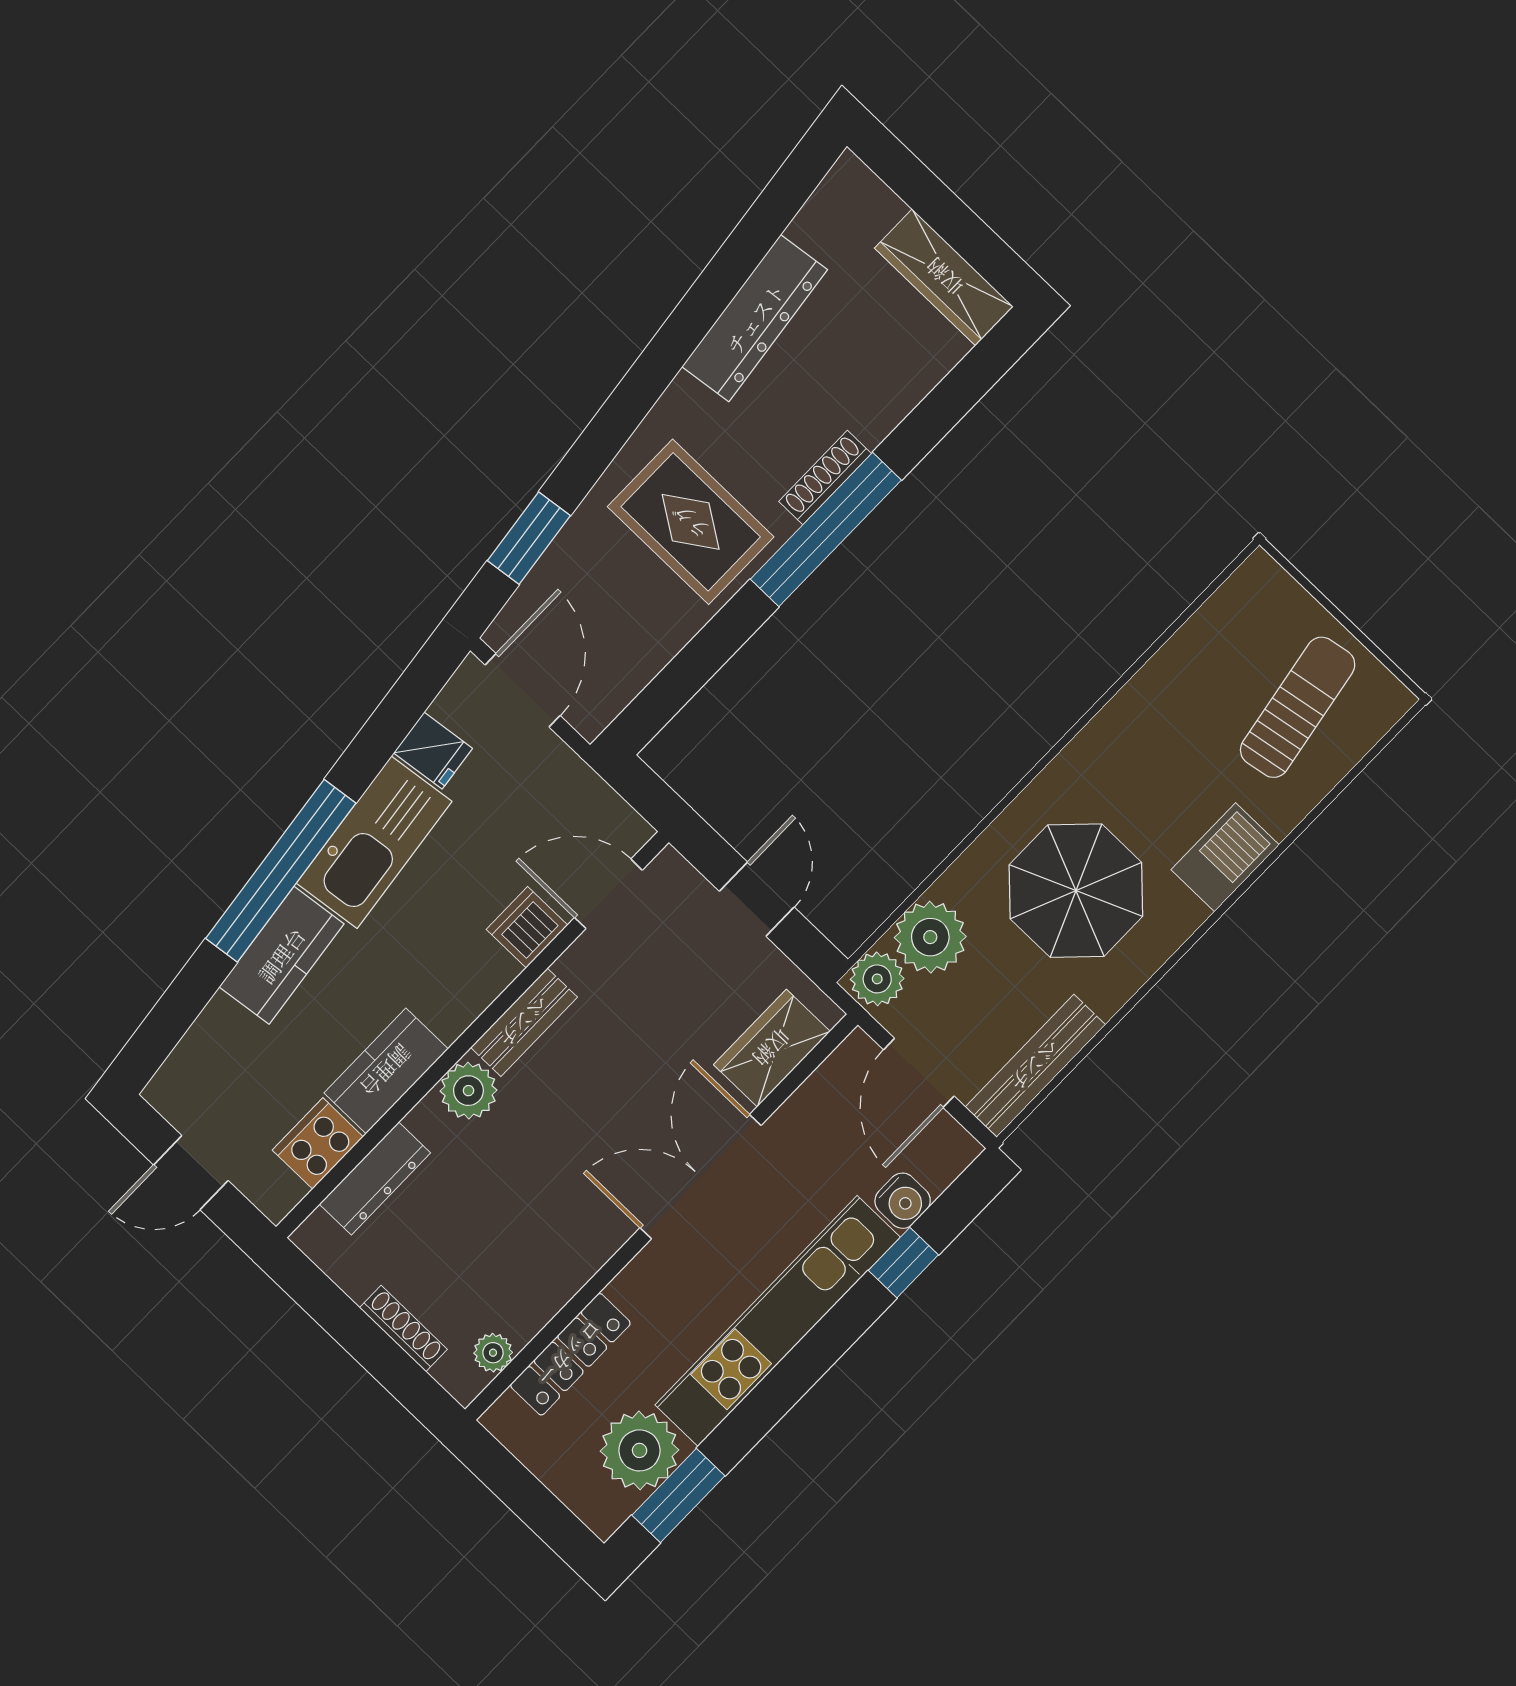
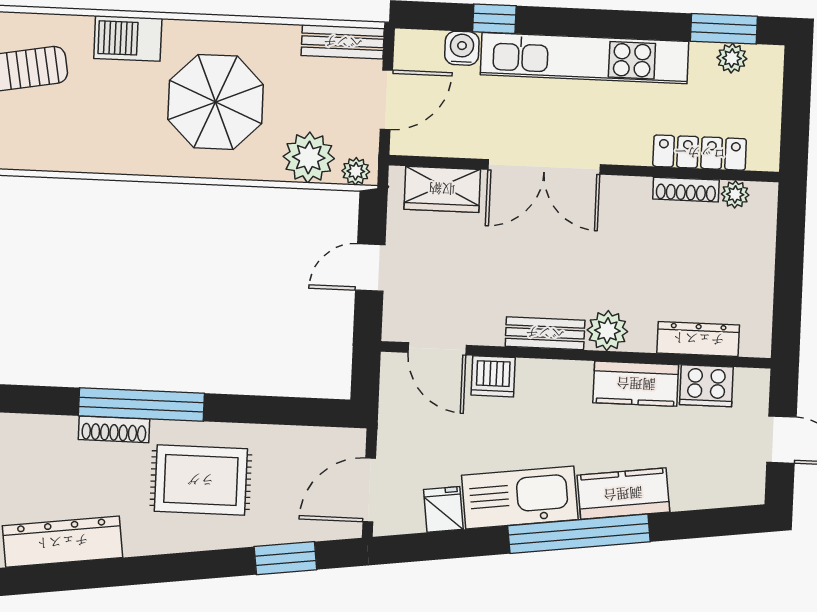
rug: (691, 522) -> (201, 480), turned 90
plant: (877, 979) -> (356, 171), width x0.73, depth x0.73
bench: (1035, 1066) -> (343, 42), width x0.73
shoe rack: (403, 1328) -> (686, 190), moved, turned -90
plant: (640, 1450) -> (732, 58), width x0.53, depth x0.53

